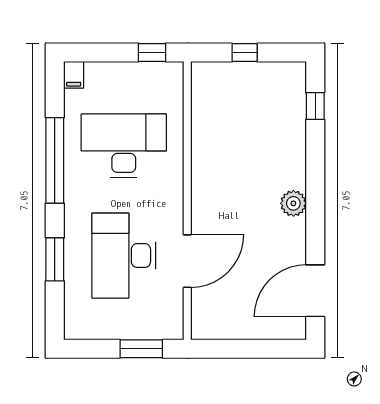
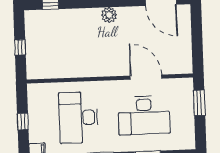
window: (152, 53) -> (23, 122), moved

